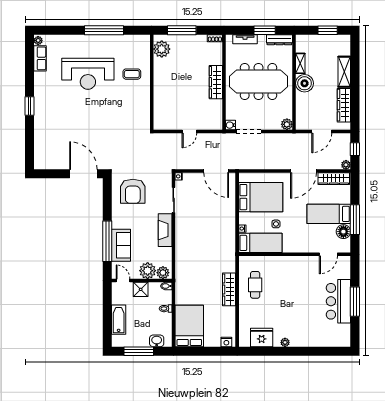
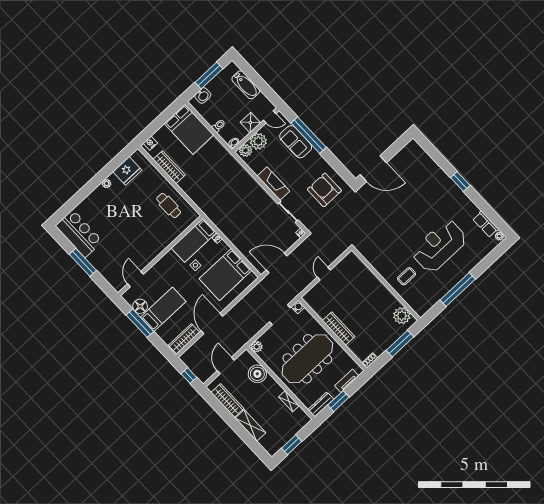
boiler: (305, 83) -> (257, 374), moved
plant: (346, 165) -> (185, 358), removed
wardrobe: (229, 289) -> (169, 167), moved
bar counter: (338, 301) -> (79, 233), moved

